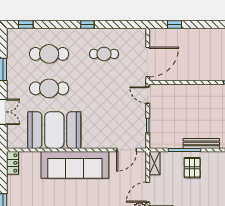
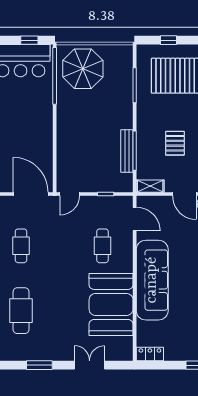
cafe table: (49, 88) -> (103, 246), moved, width x0.73, depth x0.74
bench: (201, 143) -> (127, 151), moved
pallet: (192, 168) -> (175, 143), moved, turned 90

